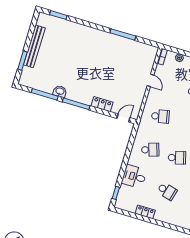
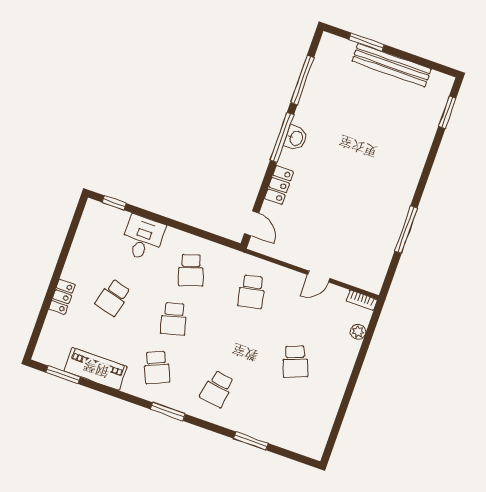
washbasin: (60, 91) -> (296, 138), moved
locker: (145, 212) -> (62, 297), moved

